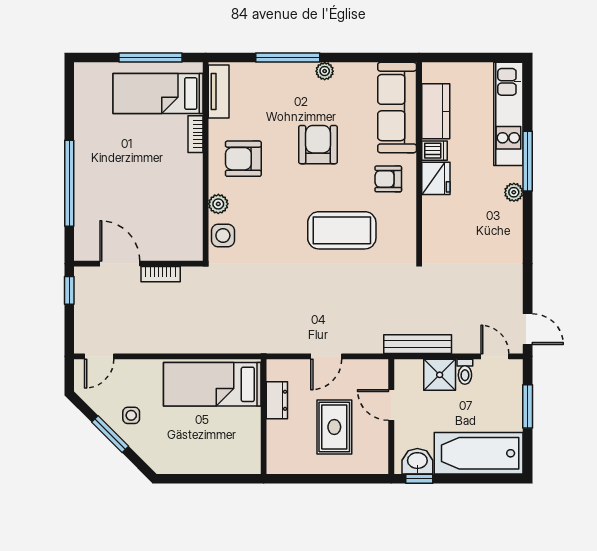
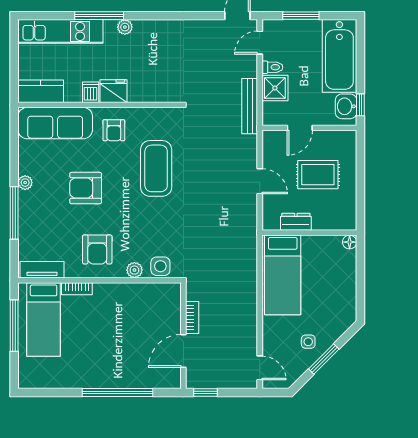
kitchen counter: (436, 111) -> (41, 91), moved
floor lamp: (252, 466) -> (350, 242), added

